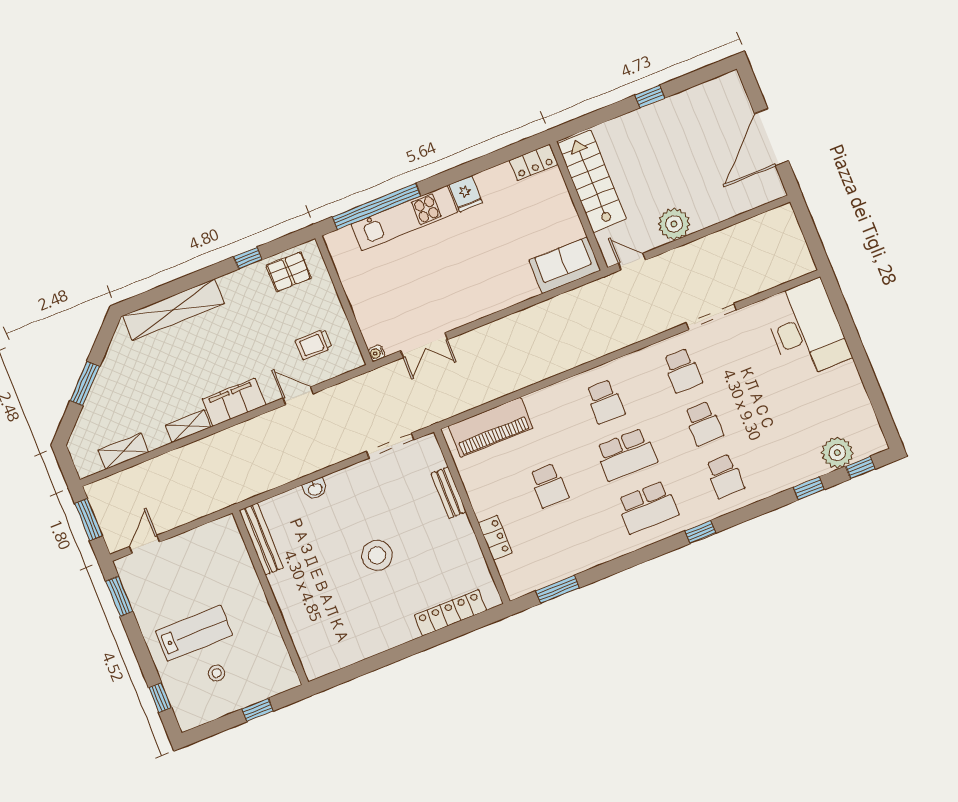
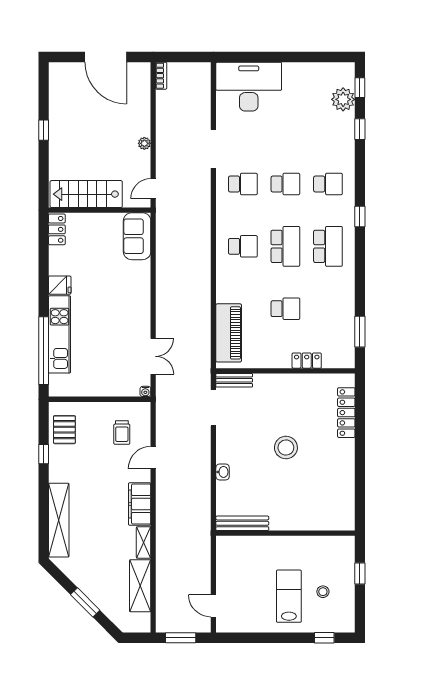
bookcase: (776, 215) -> (161, 76), added
plant: (674, 224) -> (144, 143), width x0.53, depth x0.53
shelving: (123, 451) -> (140, 586), width x1.50, depth x1.33
bench: (449, 493) -> (234, 380), moved
window: (119, 596) -> (242, 638), removed

